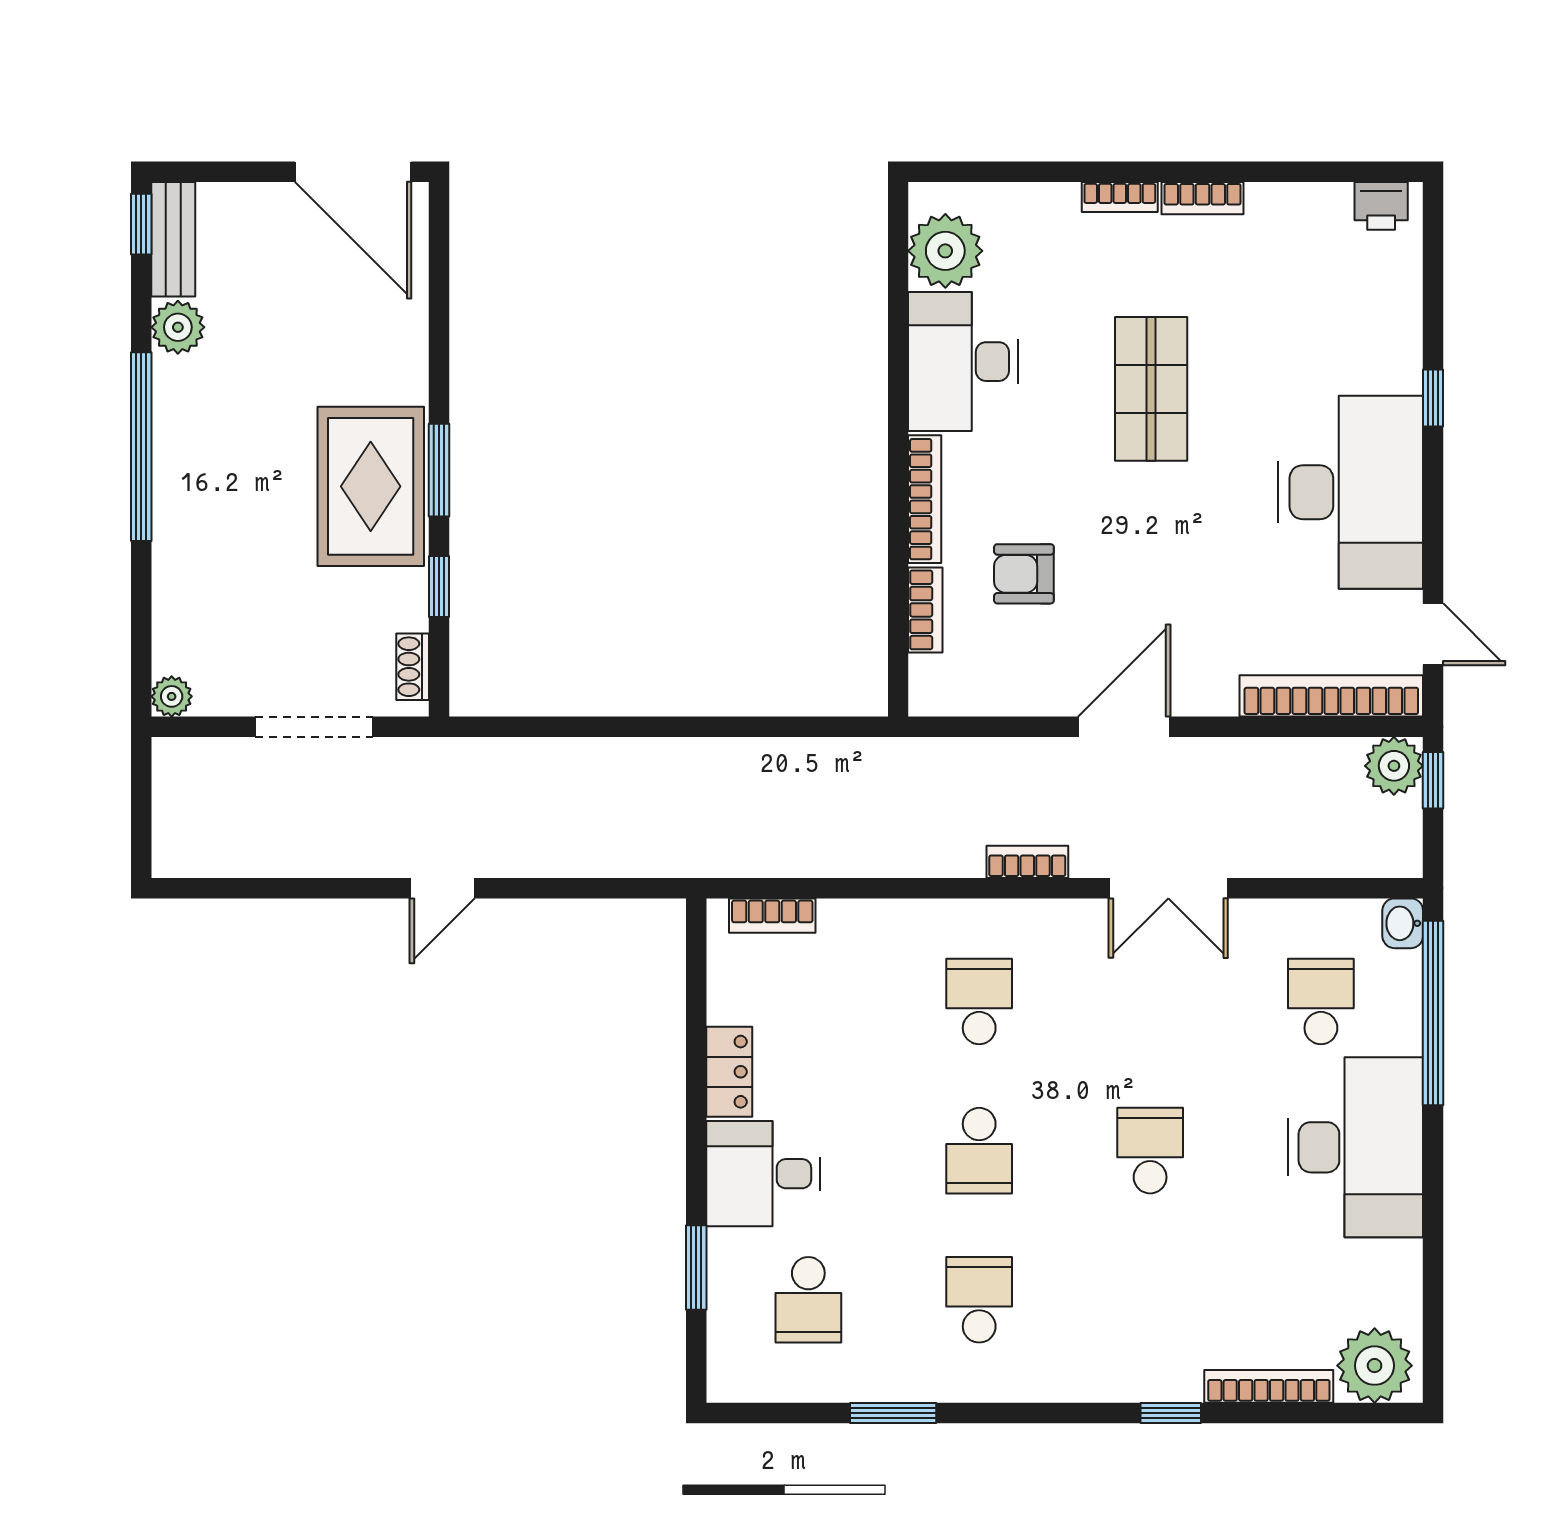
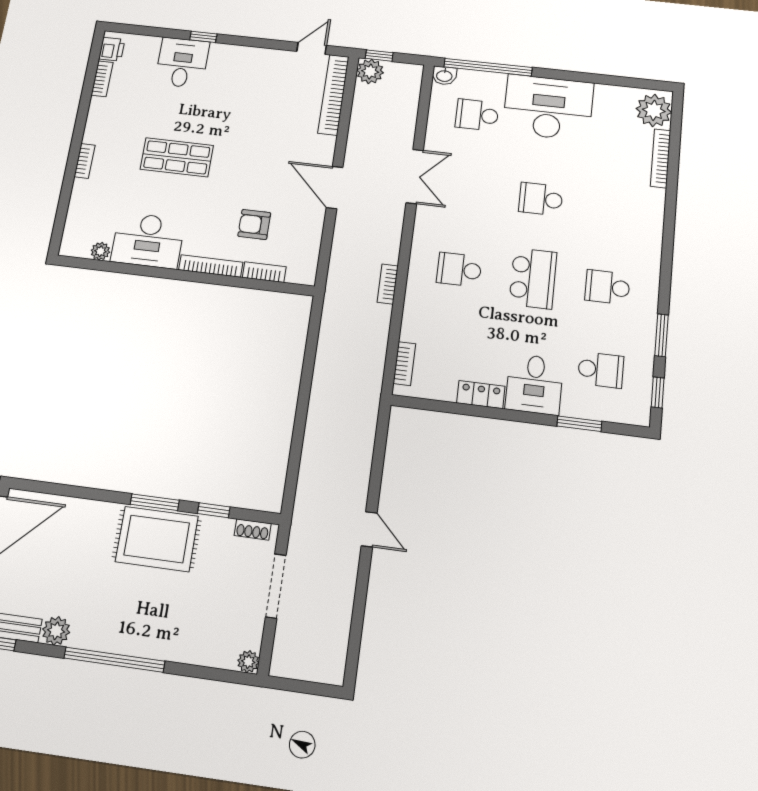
bookcase: (1203, 198) -> (102, 79), moved
plant: (945, 251) -> (100, 251), width x0.53, depth x0.53
desk: (1350, 492) -> (182, 63), moved, width x0.53, depth x0.77
armchair: (1024, 574) -> (254, 224), turned 90
bookcase: (1027, 862) -> (388, 284), moved
school desk: (979, 1151) -> (533, 278), width x1.85
window: (1171, 1413) -> (658, 392), moved

